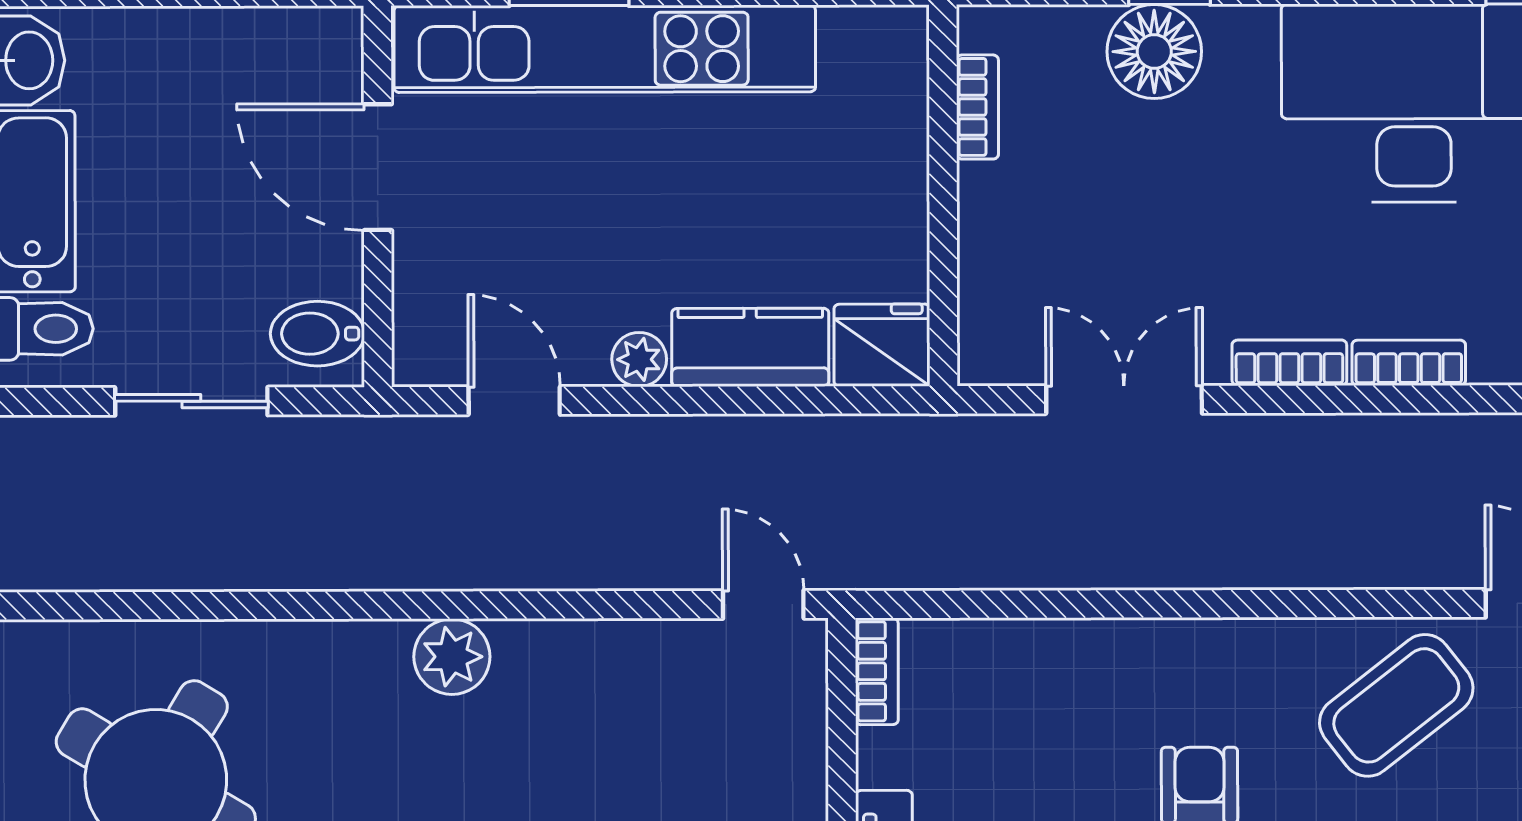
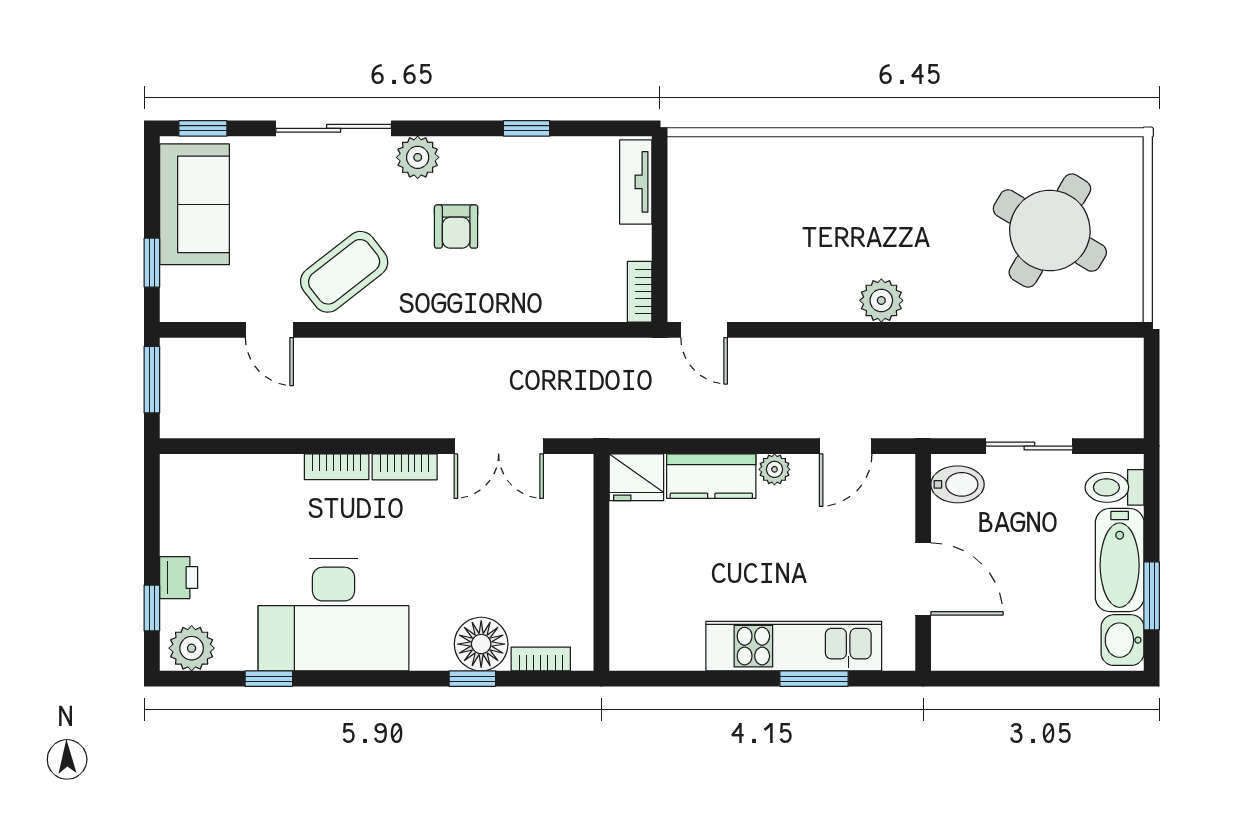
kitchen unit: (605, 49) -> (794, 646), width x0.73
bookcase: (977, 107) -> (541, 659), moved, turned 90
door: (514, 401) -> (846, 446), hinge flipped

